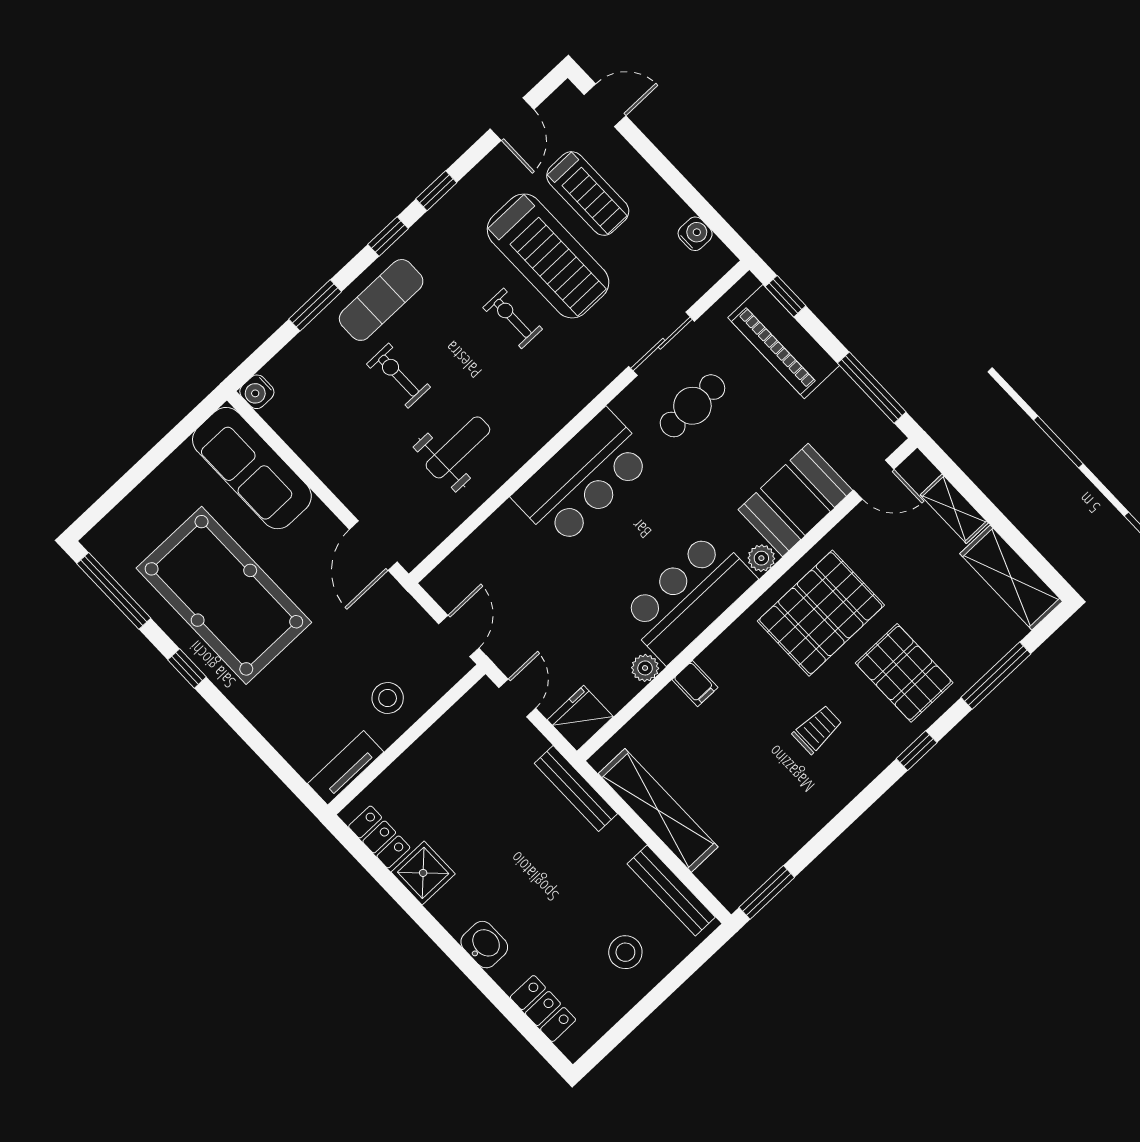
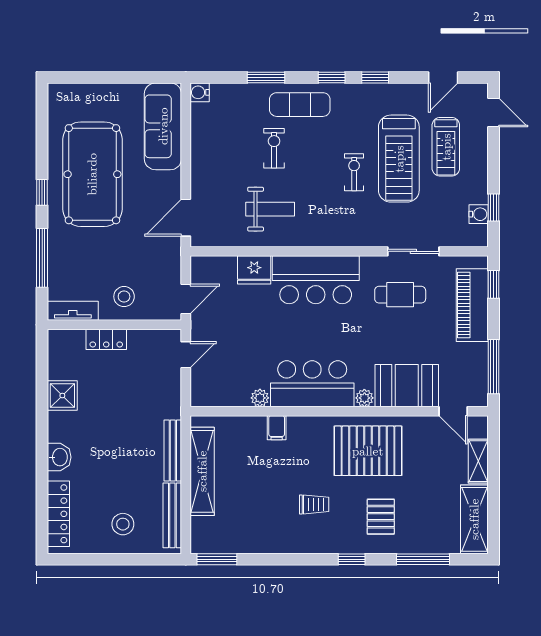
window: (705, 211) -> (494, 208), added
window: (114, 591) -> (42, 258), moved
pallet: (904, 673) -> (381, 517), width x0.67, depth x0.71
fridge: (580, 718) -> (254, 270), moved, turned 180
bench: (576, 789) -> (173, 450), moved
locker: (379, 837) -> (106, 339), moved, turned 90
locker: (543, 1009) -> (58, 514), width x1.53

